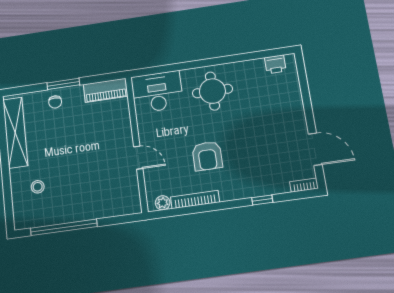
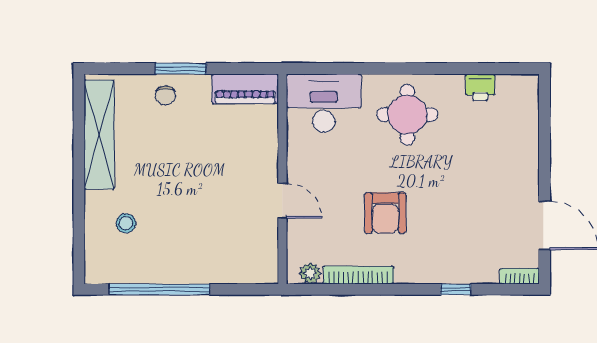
printer: (275, 64) -> (480, 87), moved

